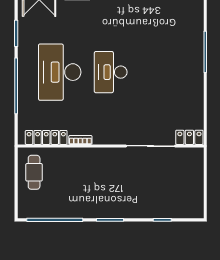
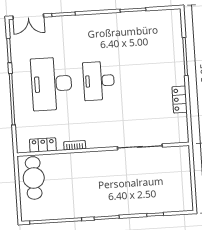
locker: (46, 137) -> (43, 145), width x0.66
locker: (189, 137) -> (180, 100), moved, turned -90
cafe table: (34, 172) -> (34, 178), width x1.37, depth x1.35

